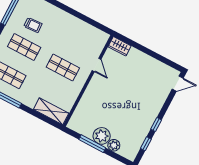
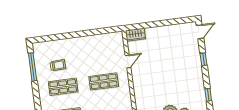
door: (97, 65) -> (128, 61), hinge flipped
window: (156, 125) -> (203, 59), moved

